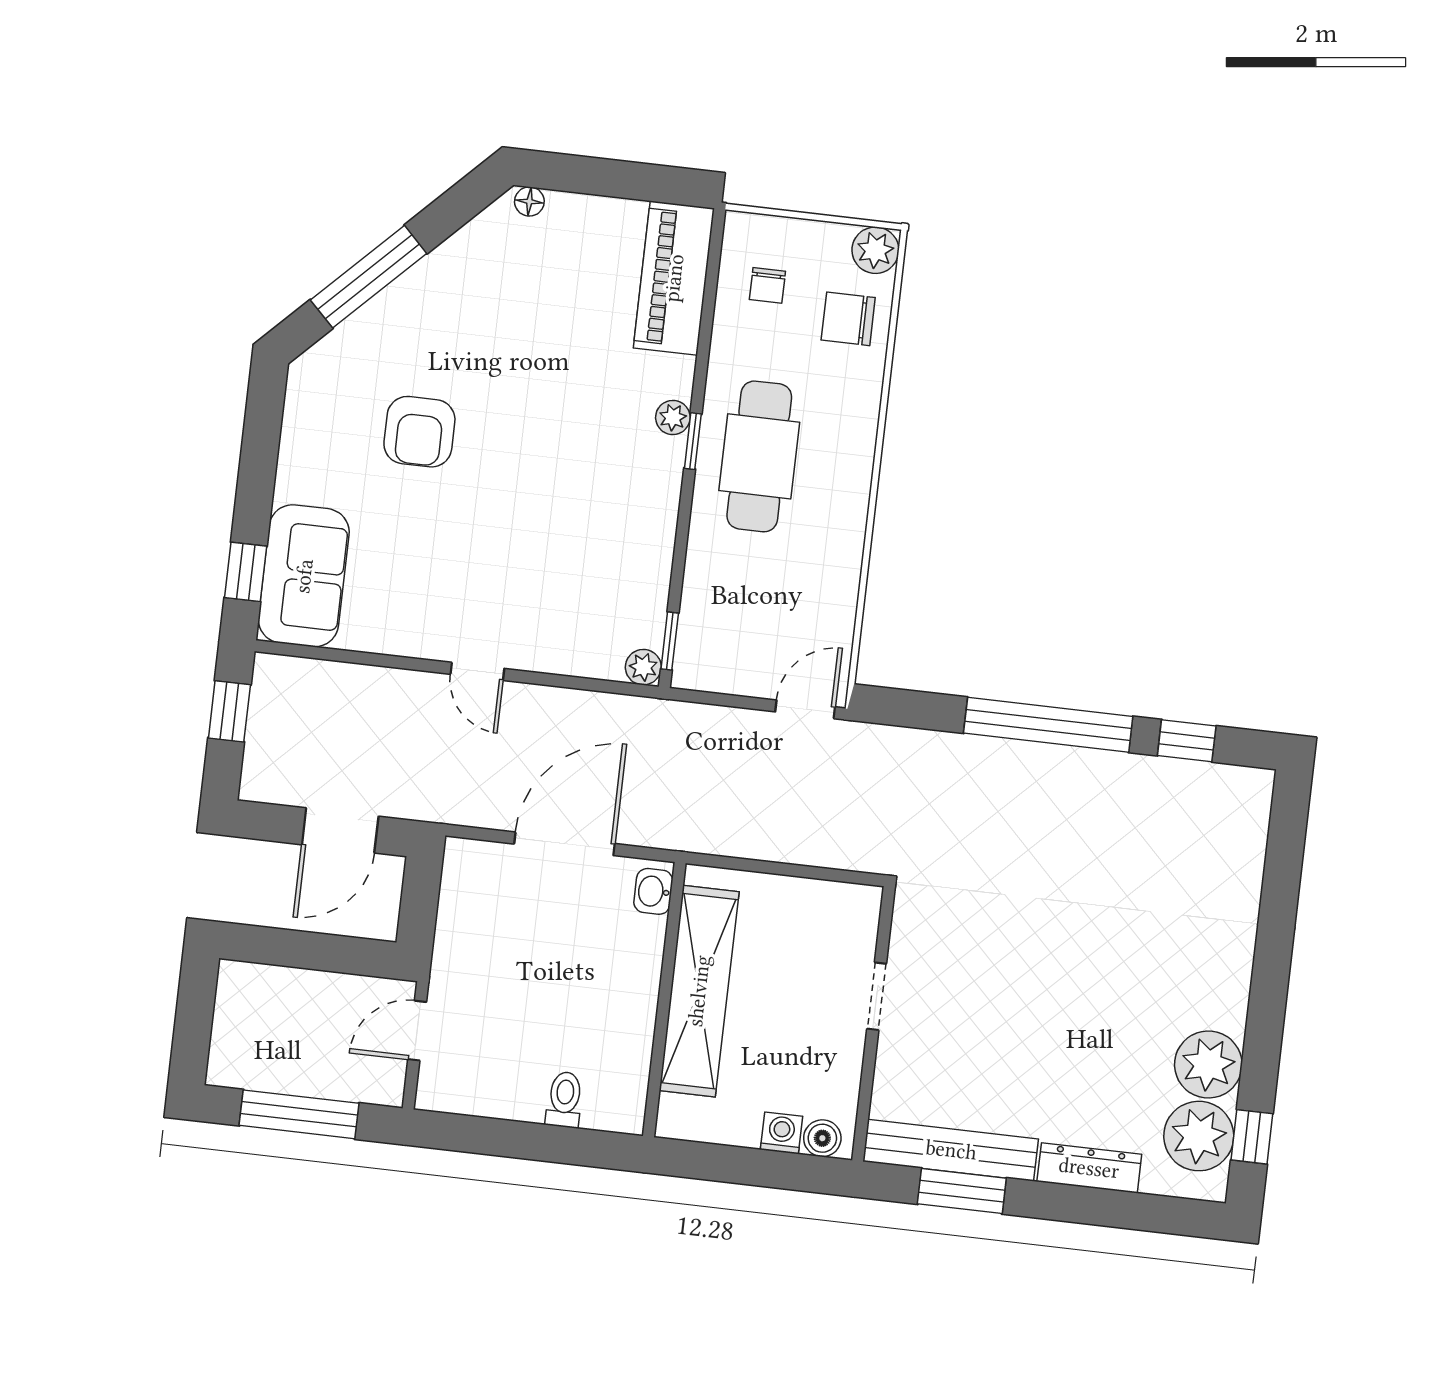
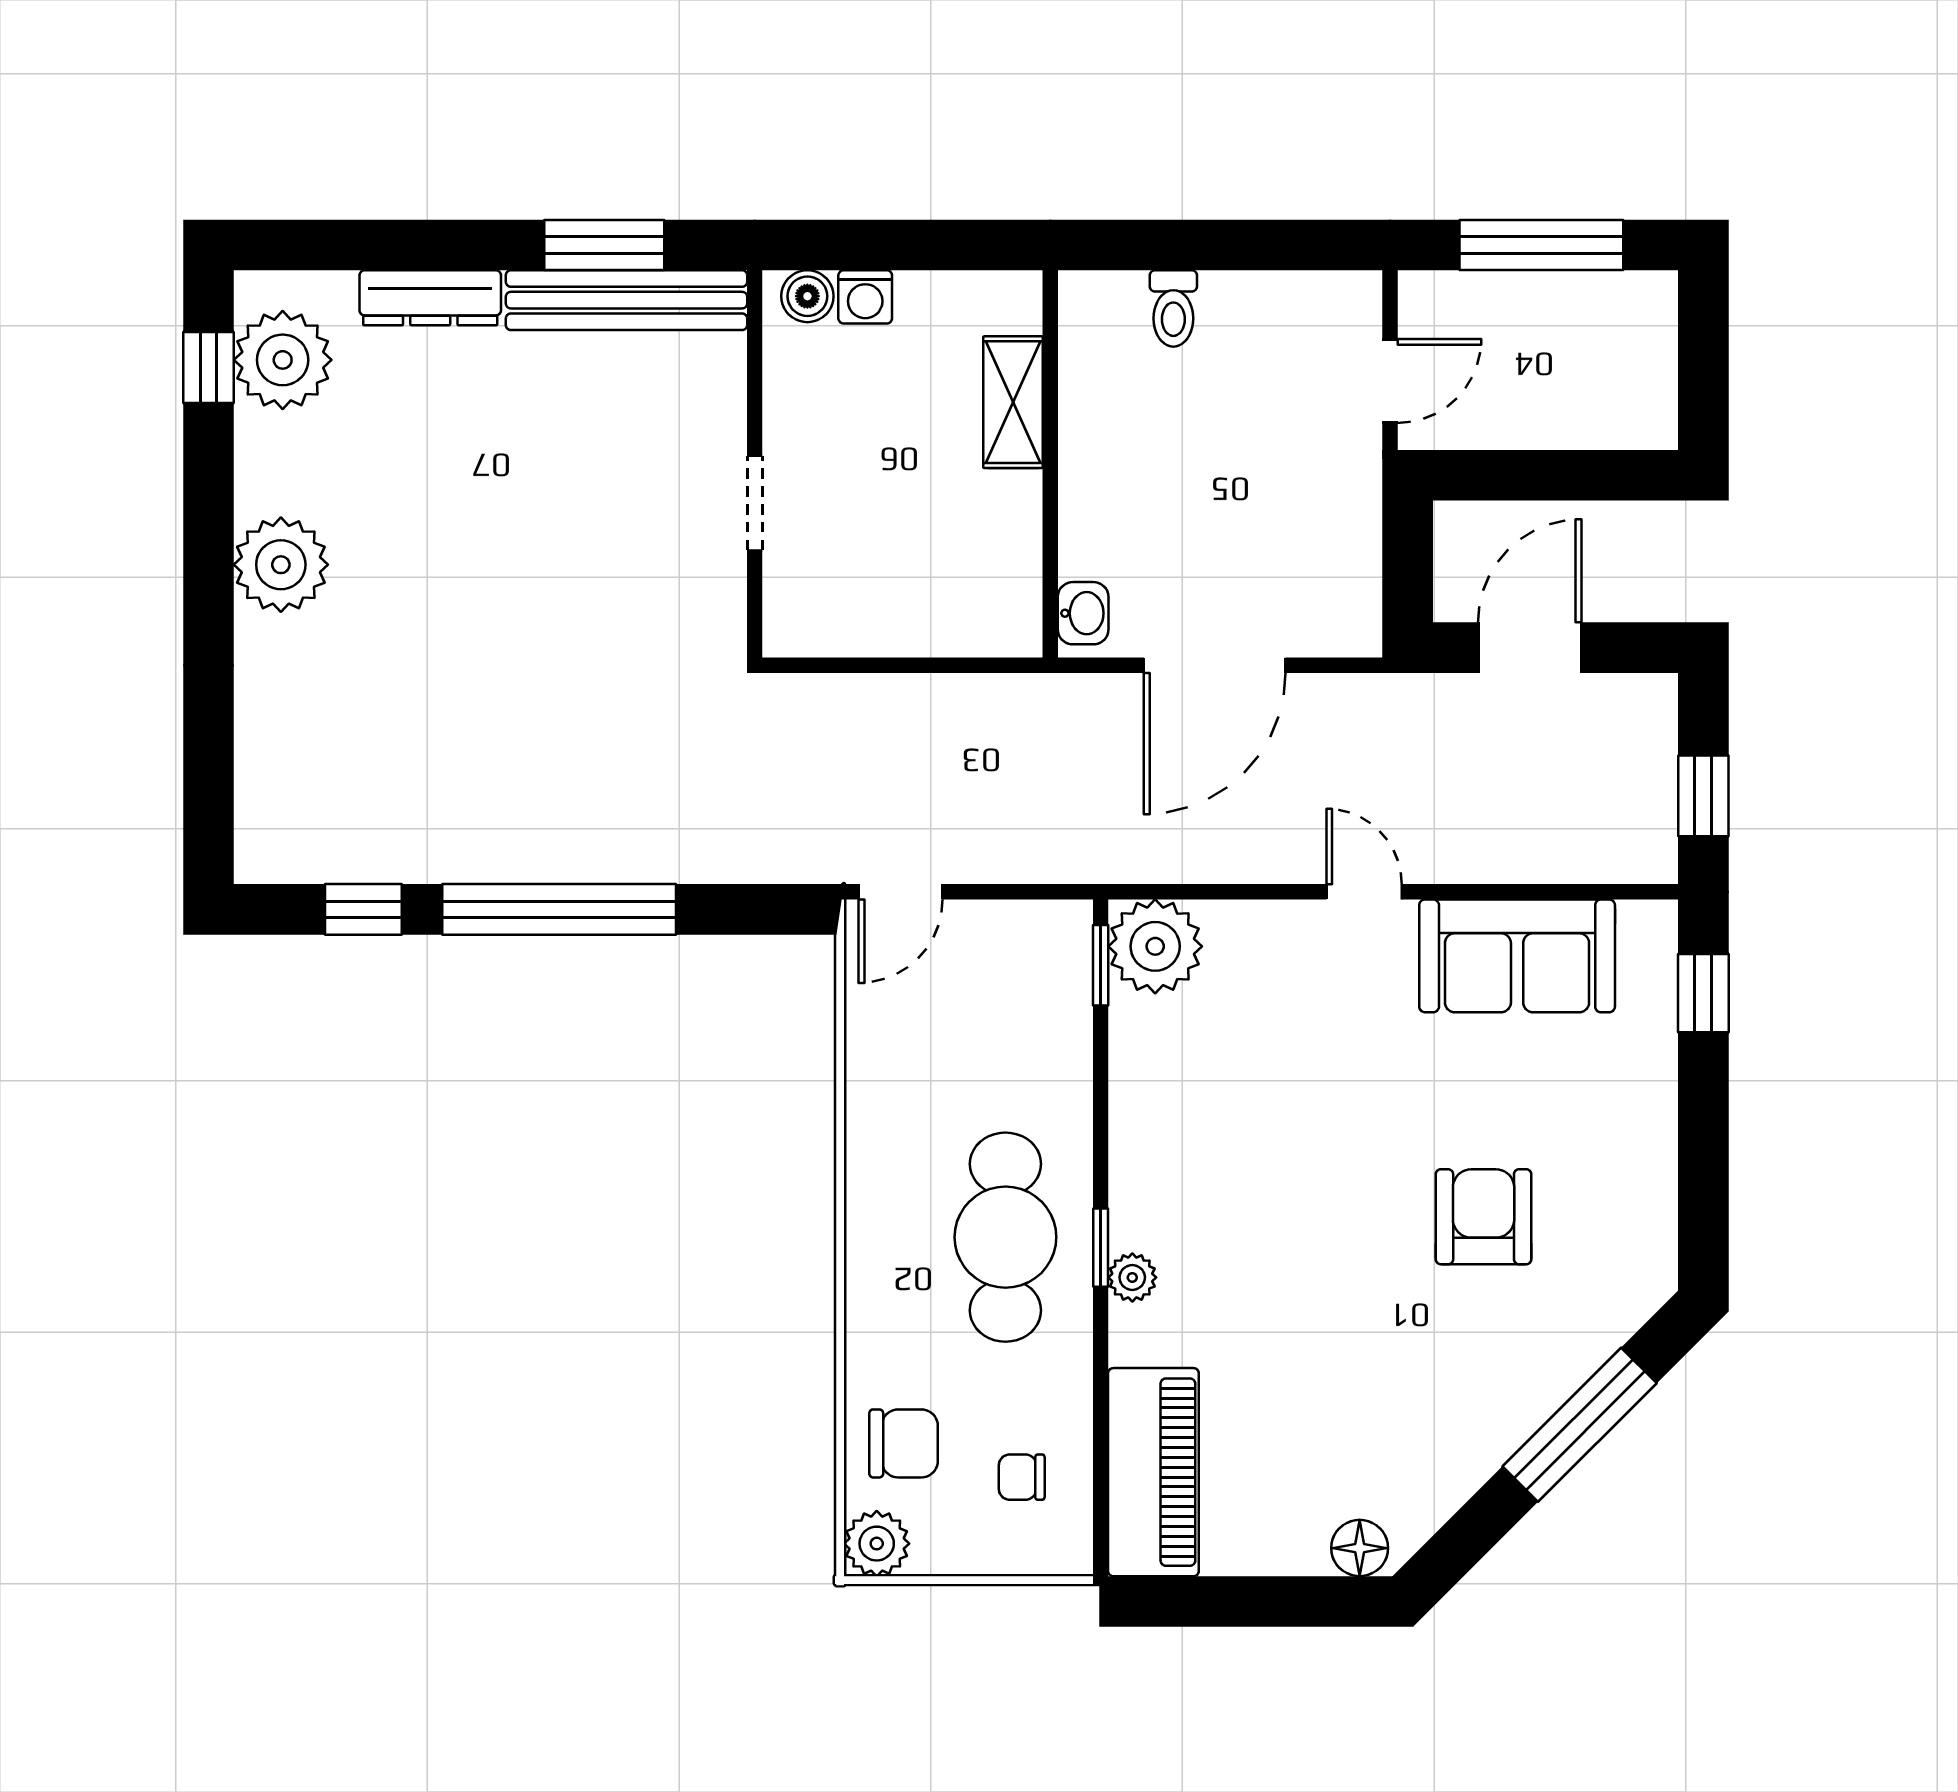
floor lamp: (529, 201) -> (1360, 1548), width x1.37, depth x1.37
chair: (767, 285) -> (1022, 1477), turned -90
sofa: (304, 576) -> (1517, 956), moved, turned -90
plant: (643, 667) -> (1155, 946), width x1.88, depth x1.88
shelving: (699, 991) -> (1013, 402), width x0.45, depth x0.75
plant: (1208, 1064) -> (281, 565), moved

